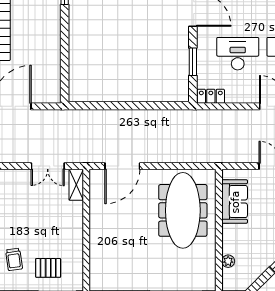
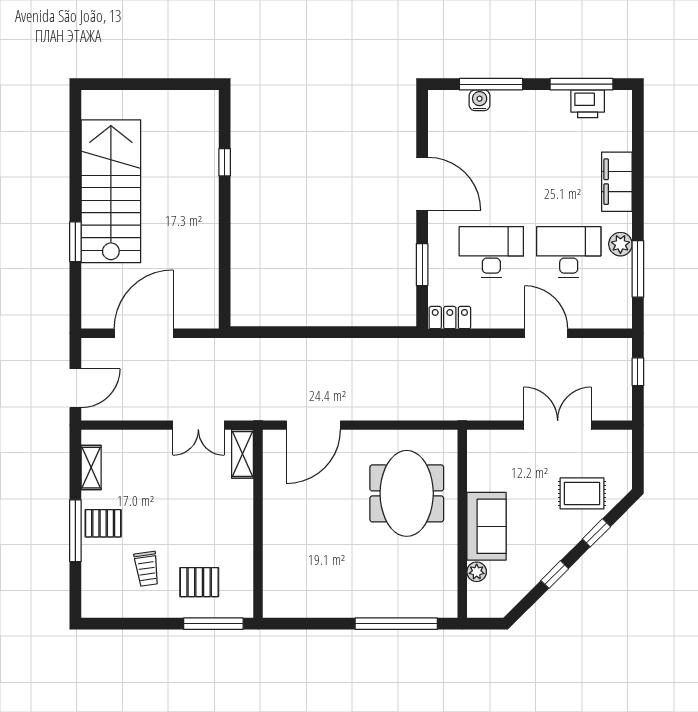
sofa: (235, 202) -> (486, 526), moved
meeting table: (183, 210) -> (407, 493), width x0.73

